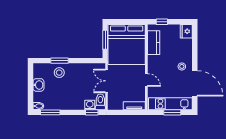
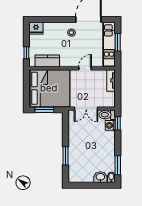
stool: (59, 73) -> (78, 156), removed
washbasin: (38, 85) -> (100, 177), moved

